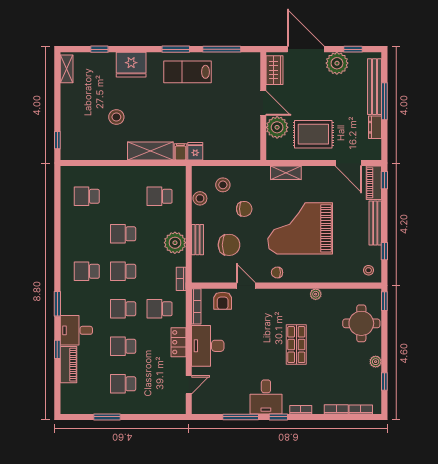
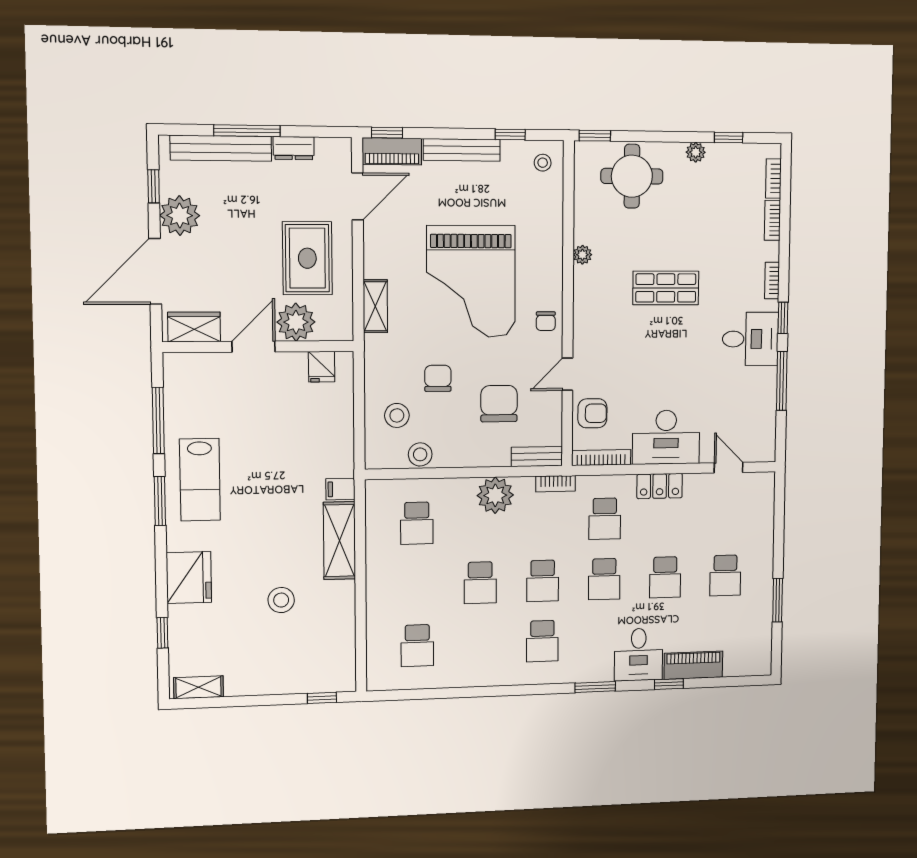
fridge: (195, 151) -> (322, 367), moved, turned -90
bench: (198, 240) -> (537, 457), moved

